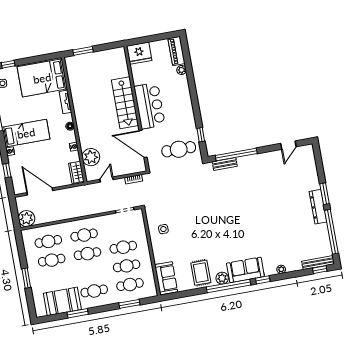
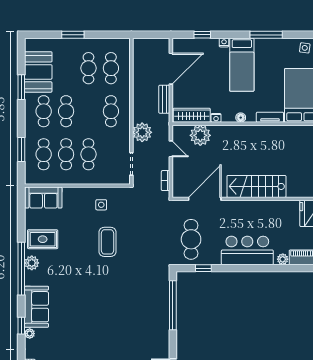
bar counter: (150, 106) -> (247, 250), moved, turned 180
bench: (225, 164) -> (164, 99), moved
wardrobe: (76, 172) -> (192, 115), width x1.50
coffee table: (193, 218) -> (108, 242), added
plant: (27, 219) -> (142, 132), moved
cafe table: (87, 254) -> (66, 111), moved
sofa: (245, 270) -> (37, 307), moved
window: (263, 280) -> (21, 326), moved

